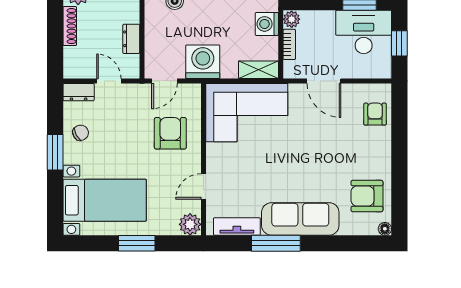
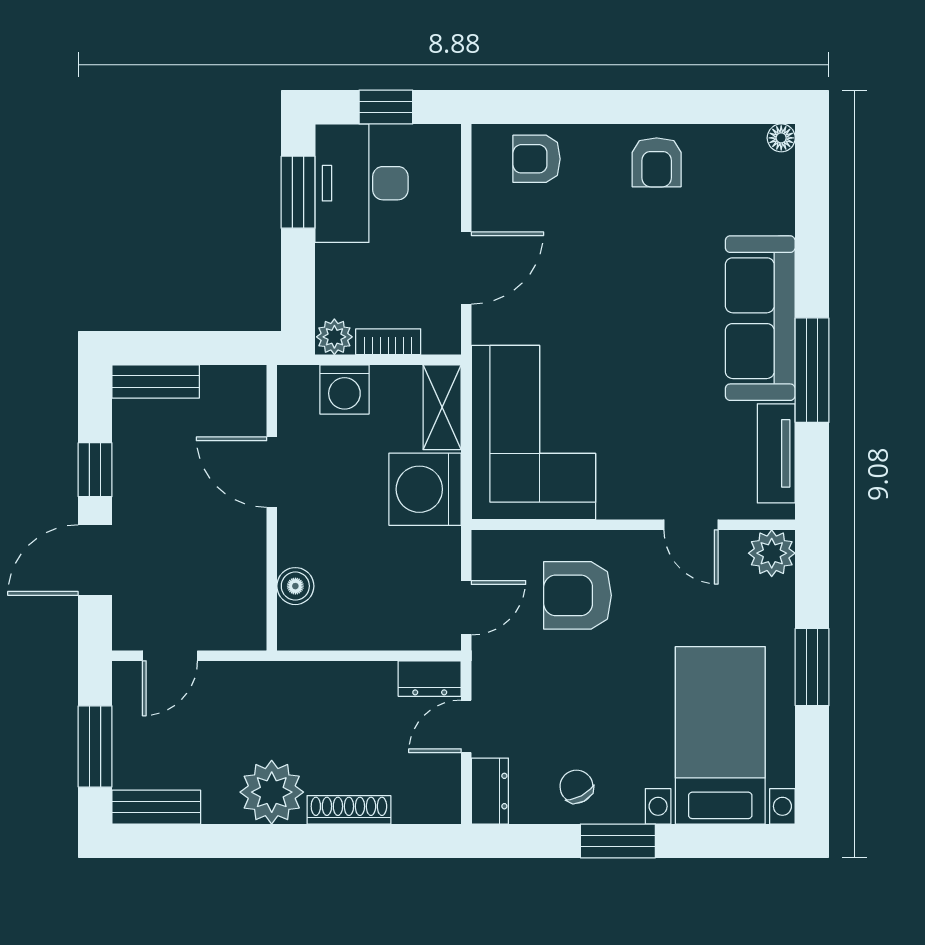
dresser: (131, 39) -> (430, 679), moved
washing machine: (203, 62) -> (425, 489), moved
door: (164, 81) -> (466, 608), hinge flipped
armchair: (367, 196) -> (657, 162), moved, width x0.72, depth x0.72

